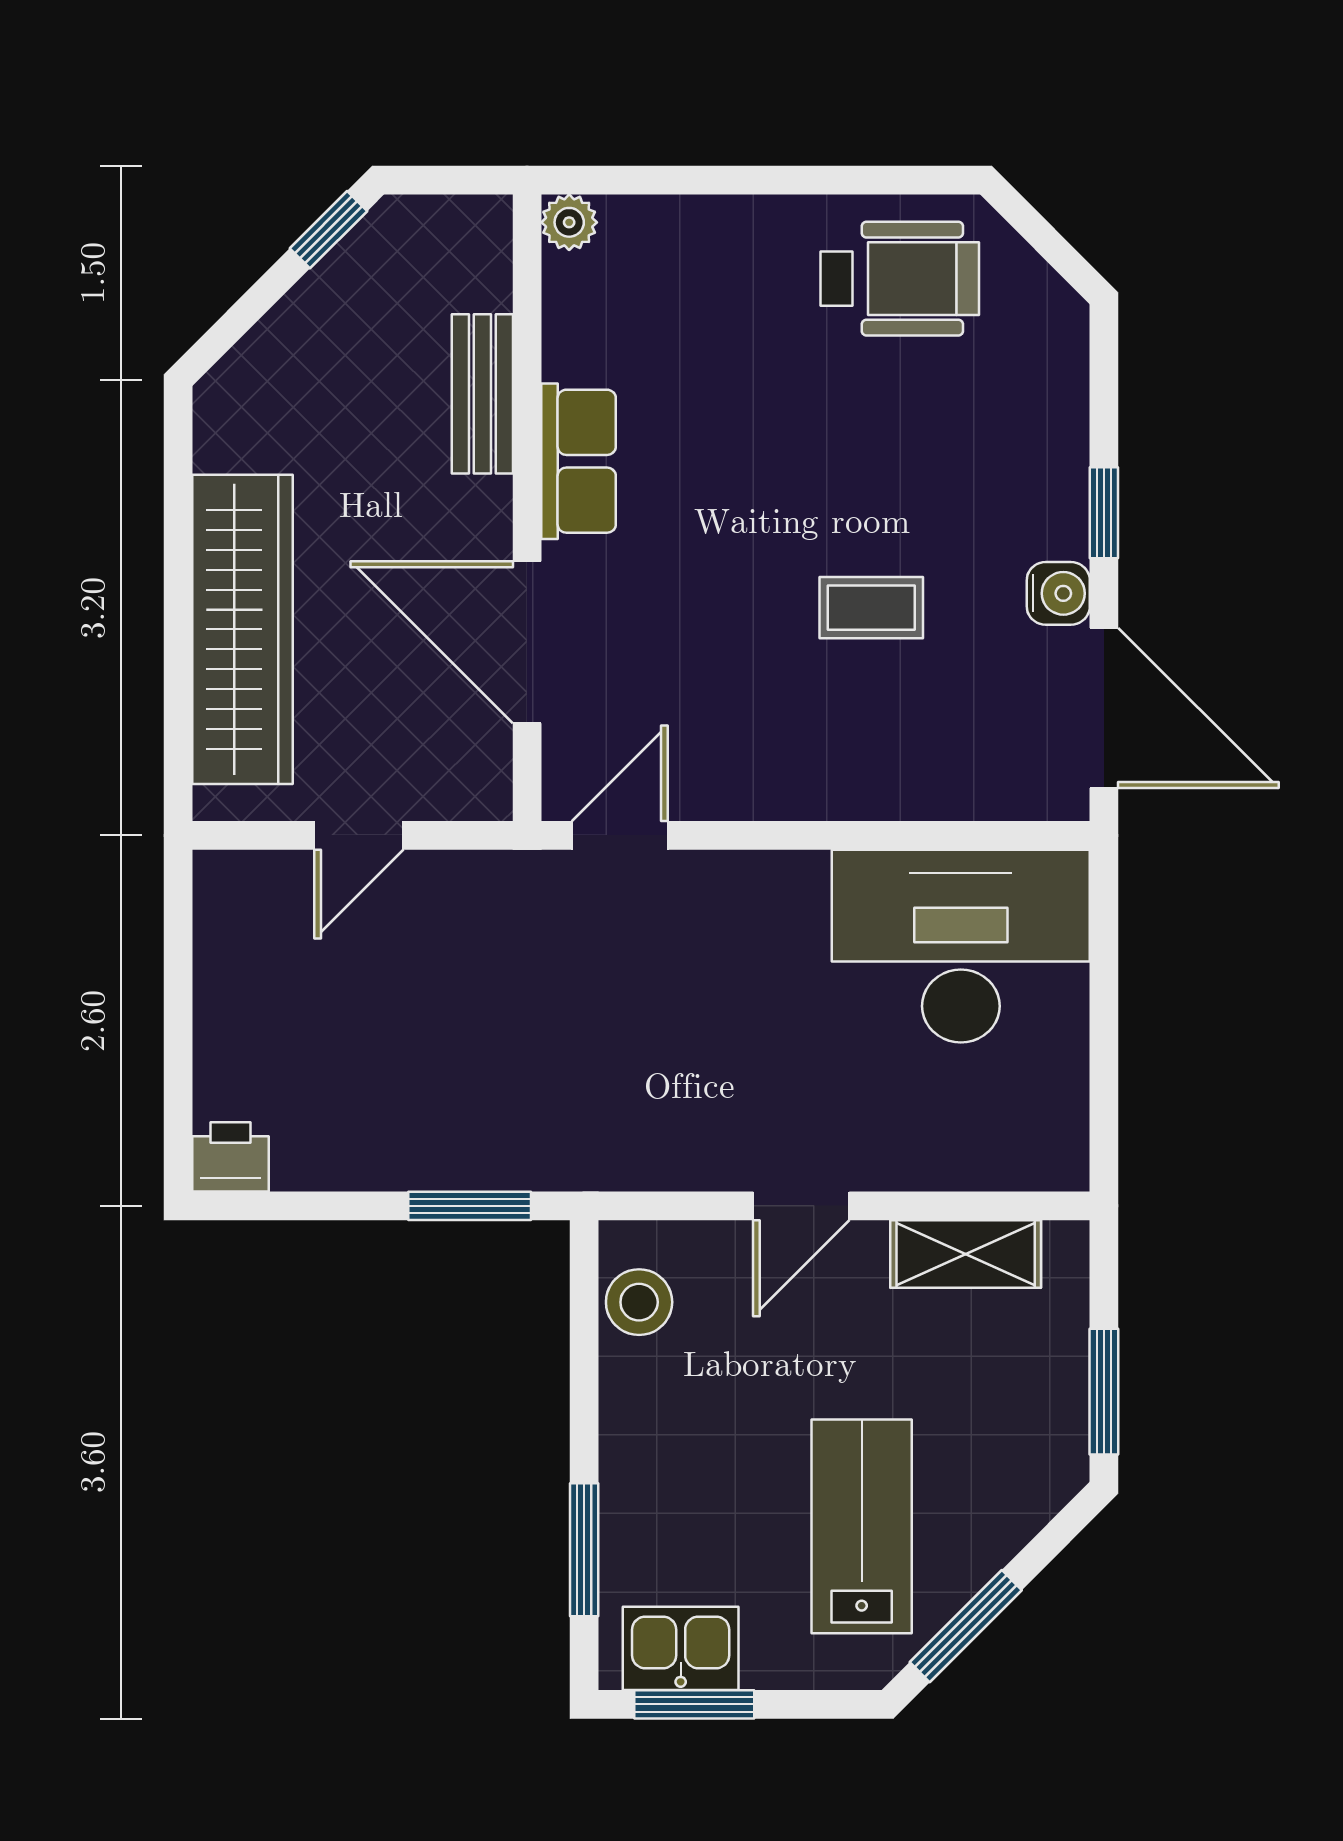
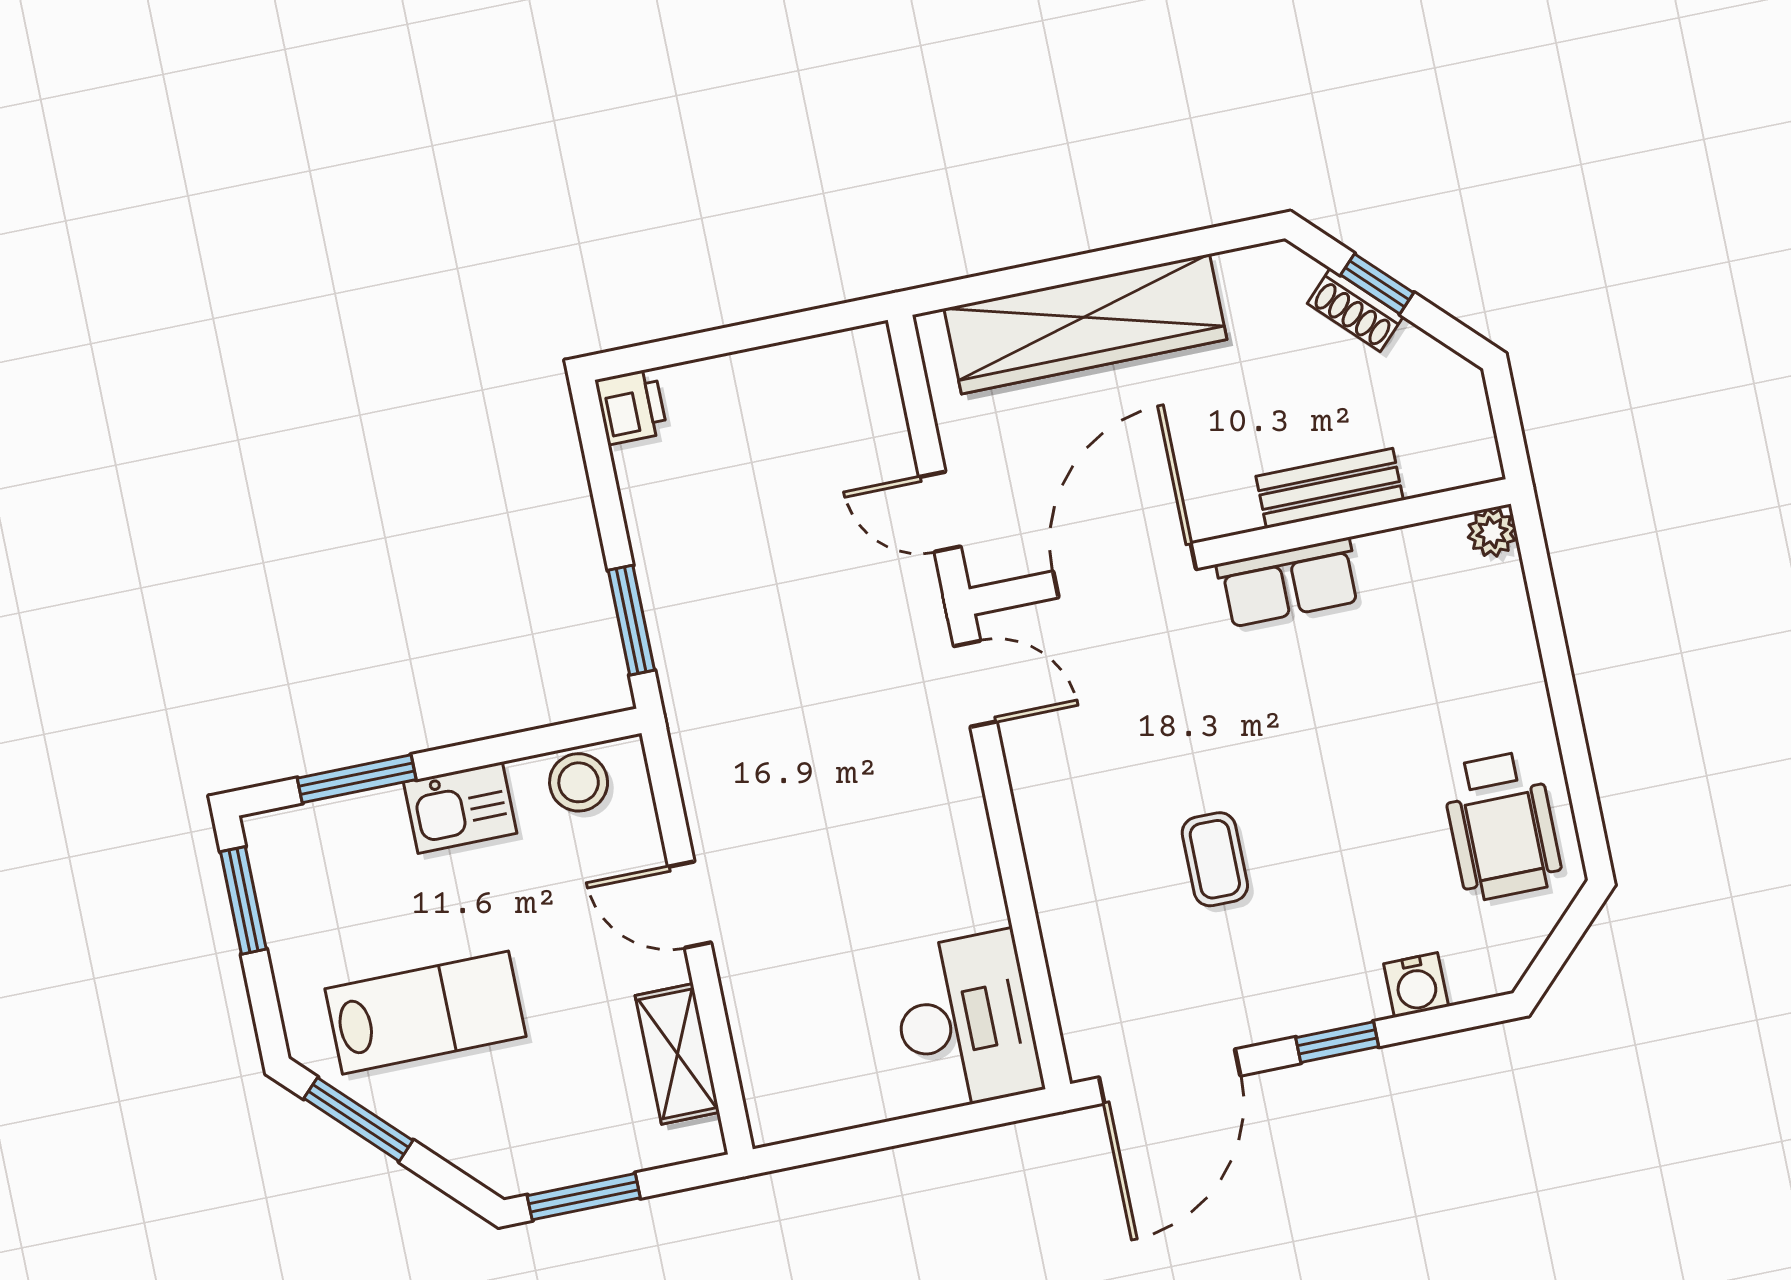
window: (329, 230) -> (1377, 284), moved
shoe rack: (289, 324) -> (1355, 310), added
water cooler: (1058, 593) -> (1416, 985), moved
door: (359, 835) -> (940, 512), moved
desk: (961, 946) -> (965, 1021), width x0.73, depth x0.77
kitchen sink: (681, 1648) -> (460, 808), moved, turned 90

